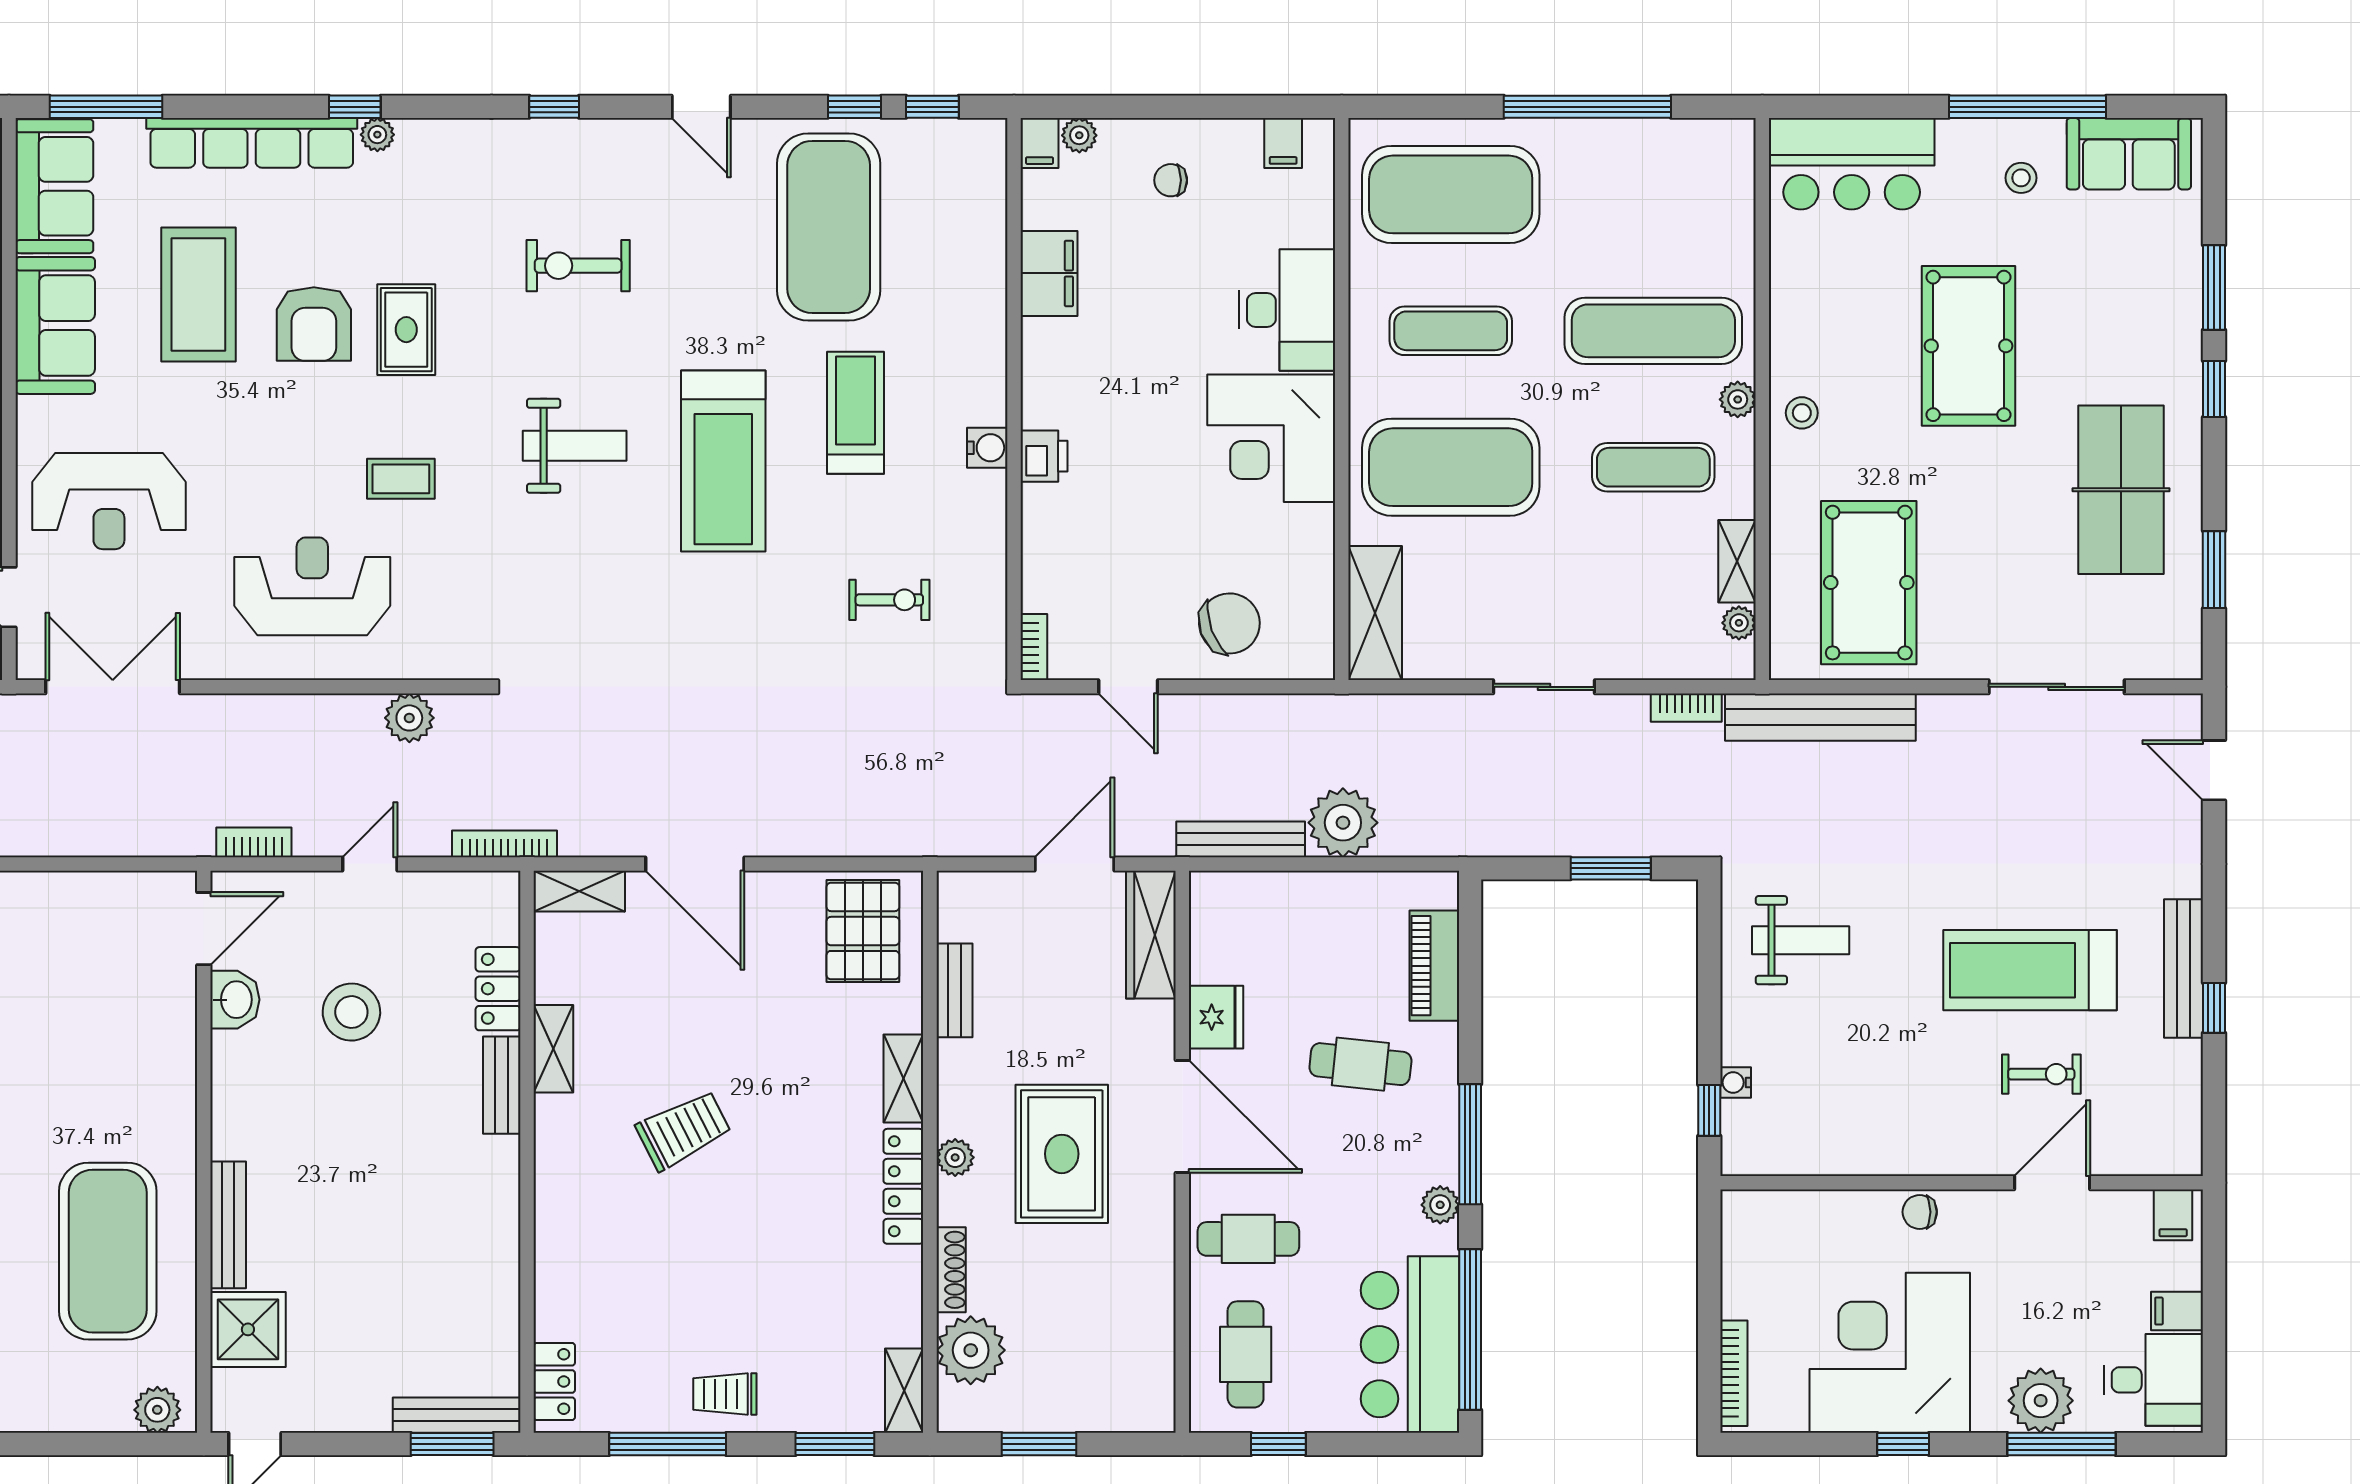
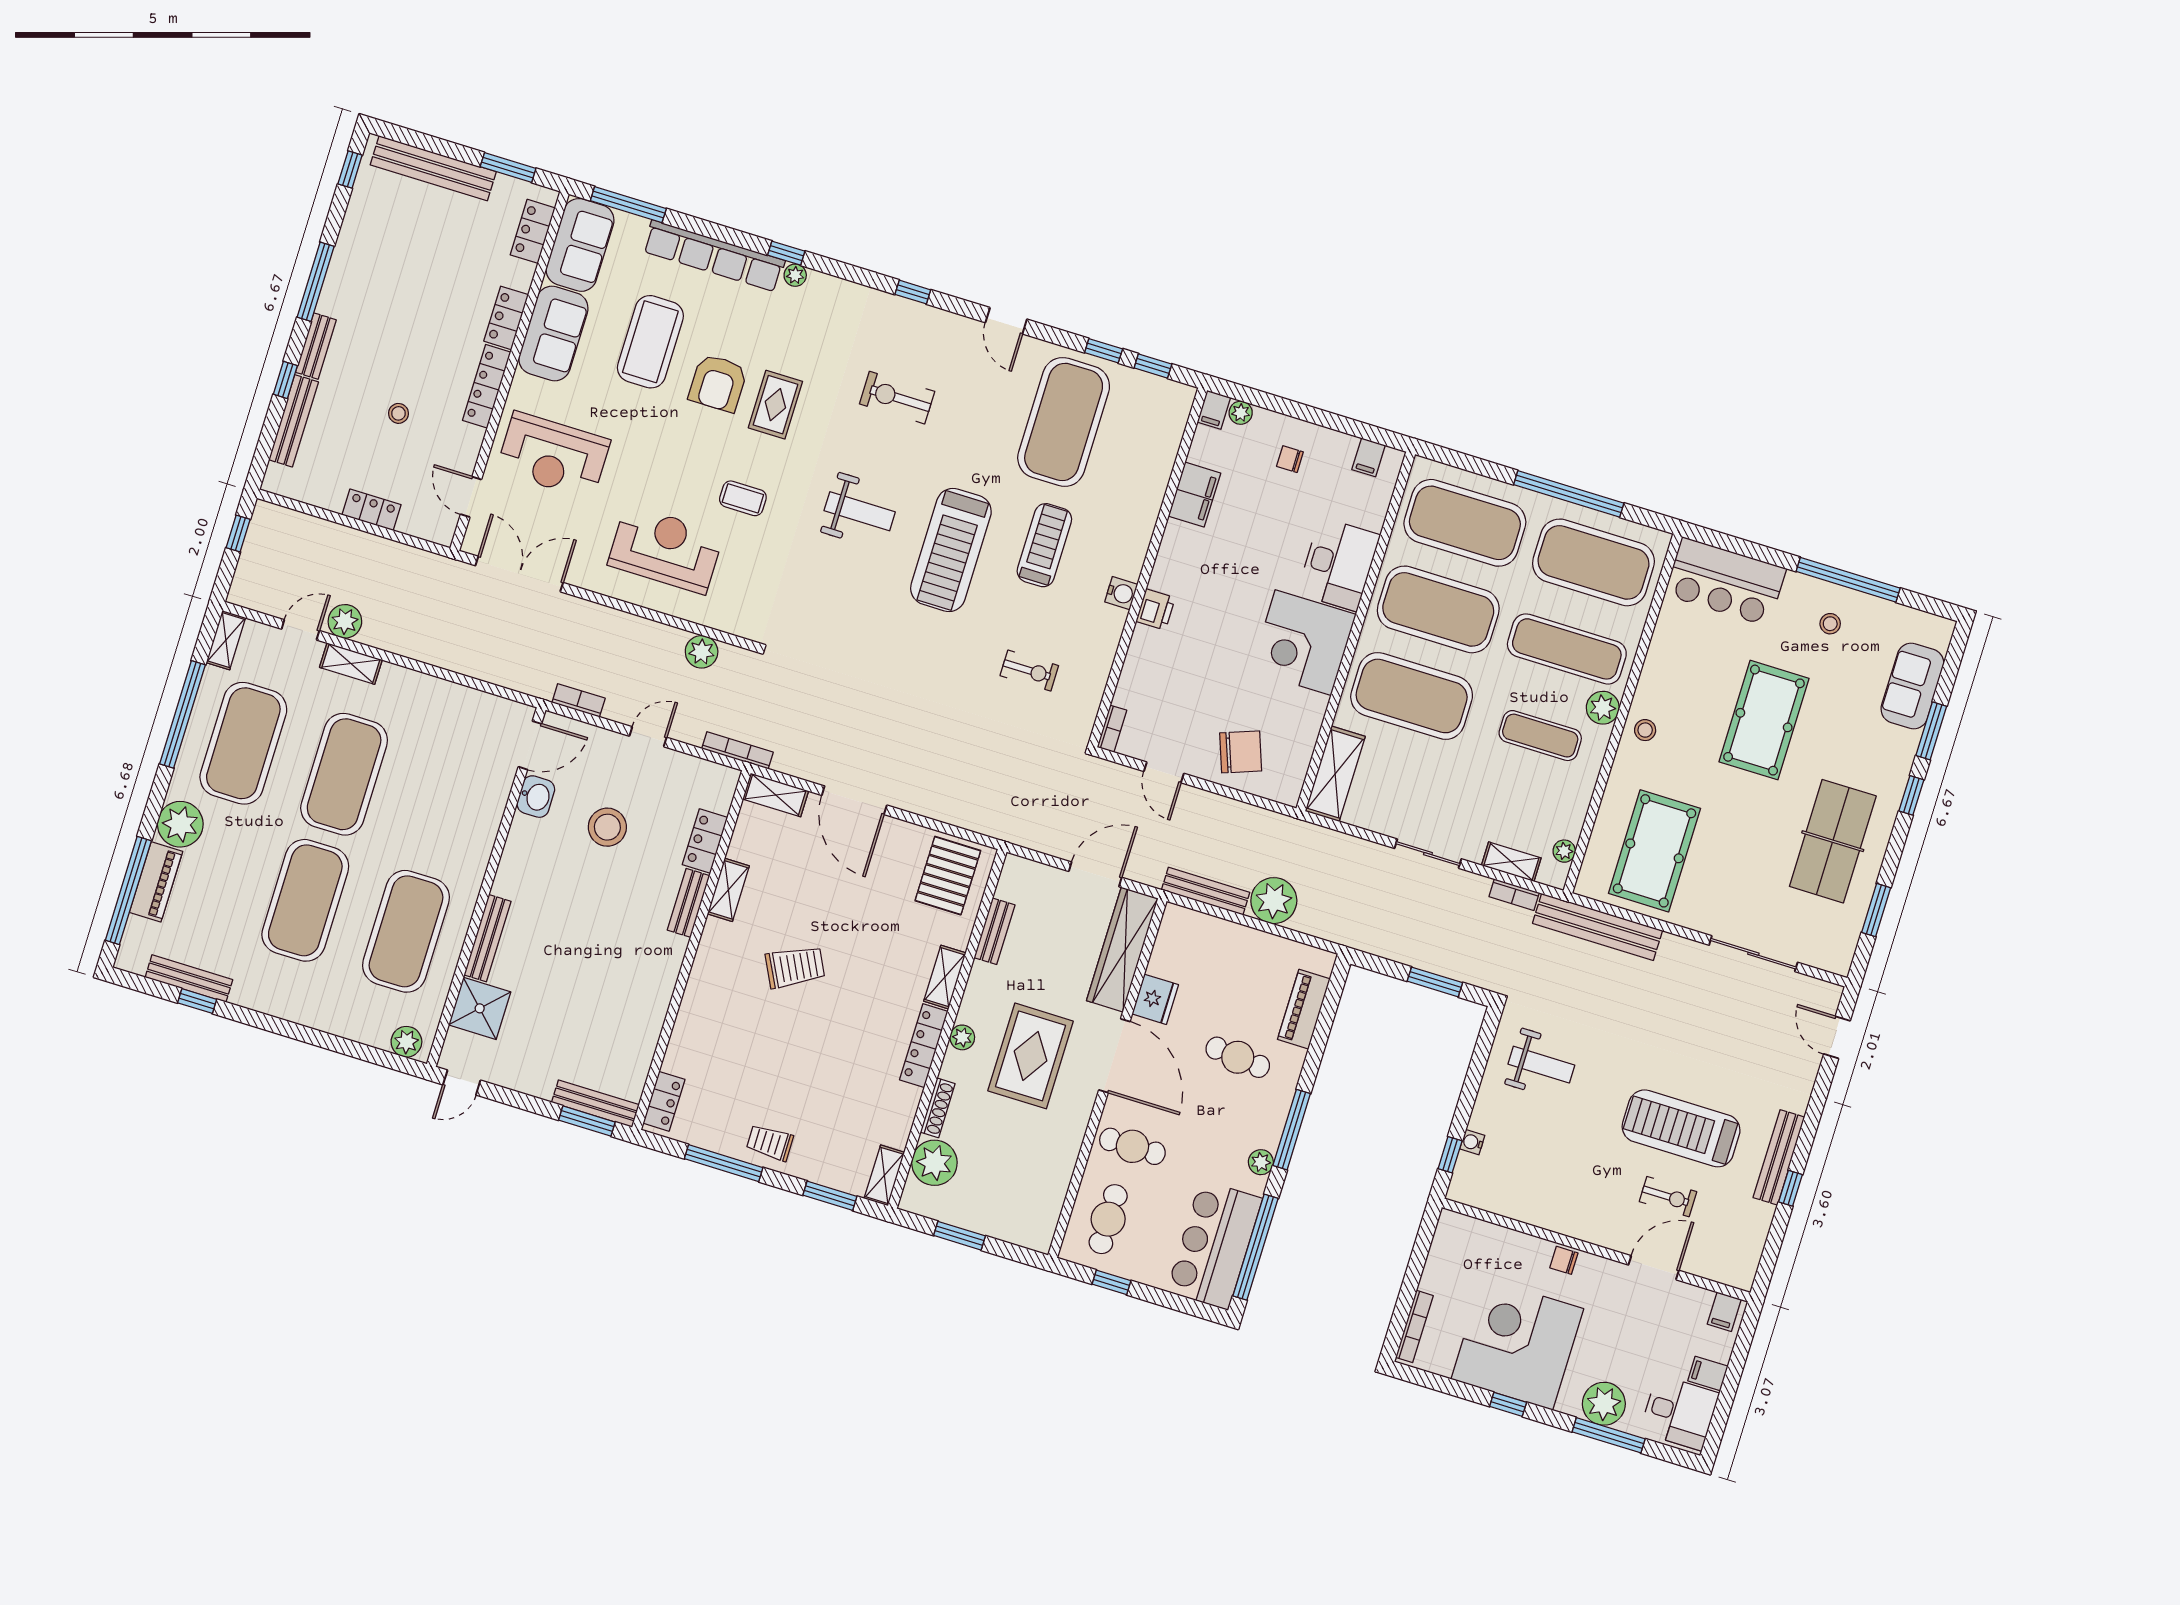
sofa: (2129, 154) -> (1912, 686), moved, turned 90
exercise mat: (1653, 194) -> (1593, 562), added
exercise mat: (1451, 331) -> (1438, 609), width x2.00, depth x1.45
plant: (1738, 399) -> (1603, 708), width x1.38, depth x1.38
shelving: (1737, 561) -> (1511, 862), moved, turned 90
wardrobe: (1151, 935) -> (1122, 950), width x1.40, depth x1.17

